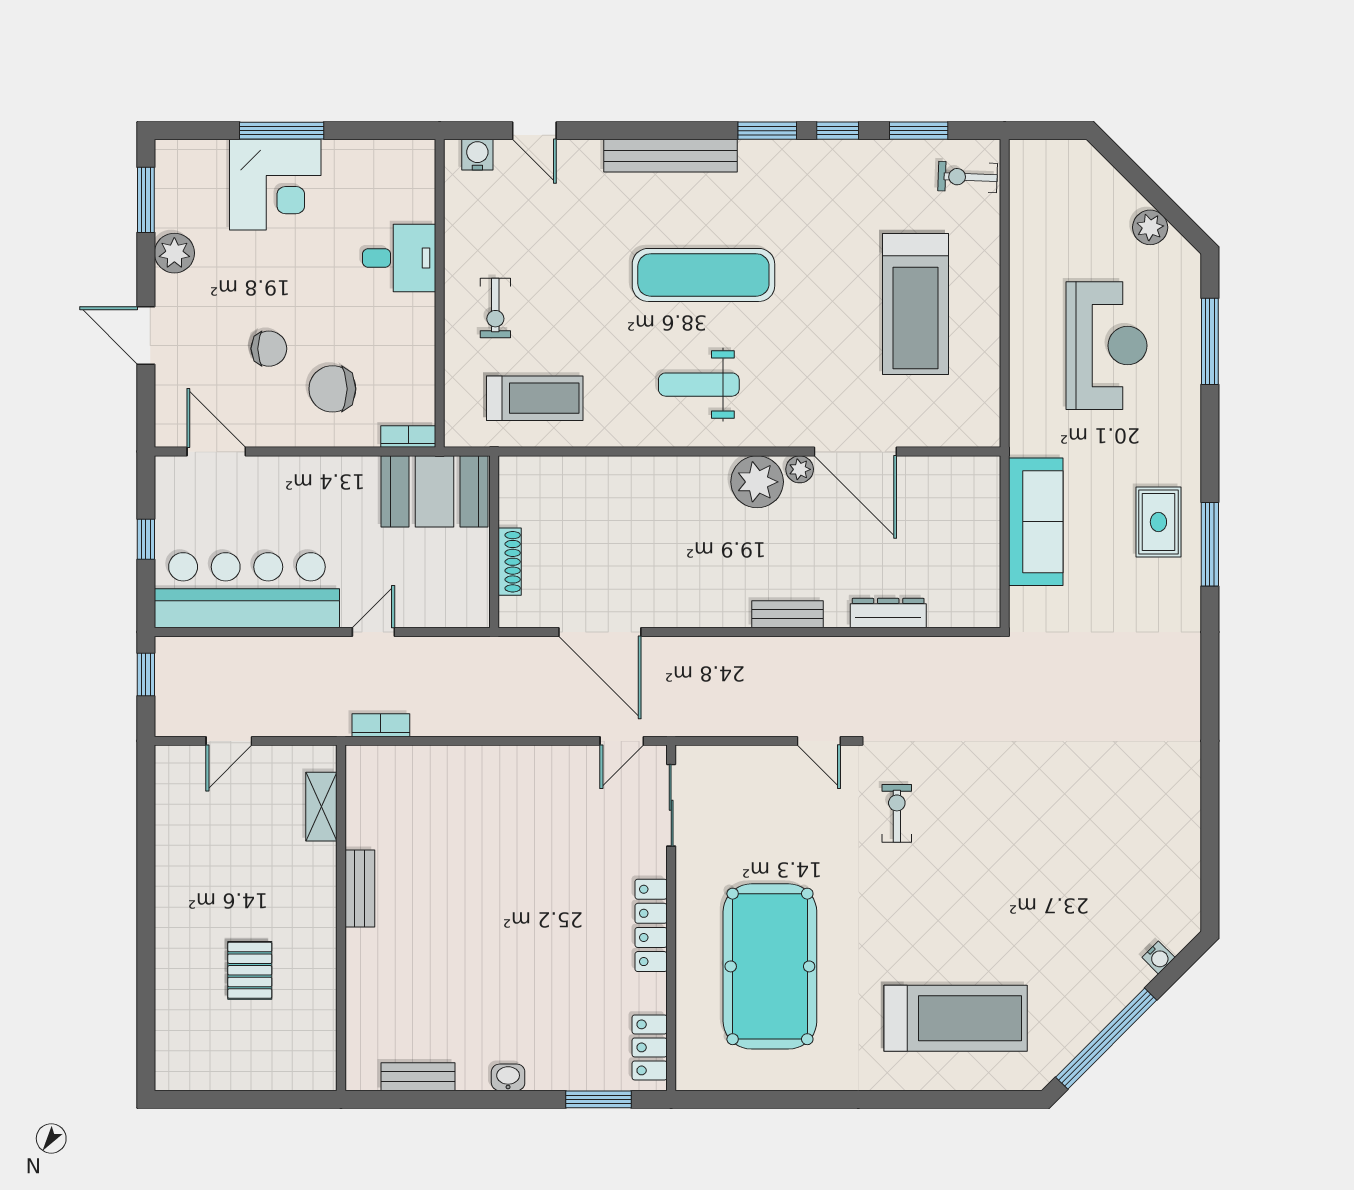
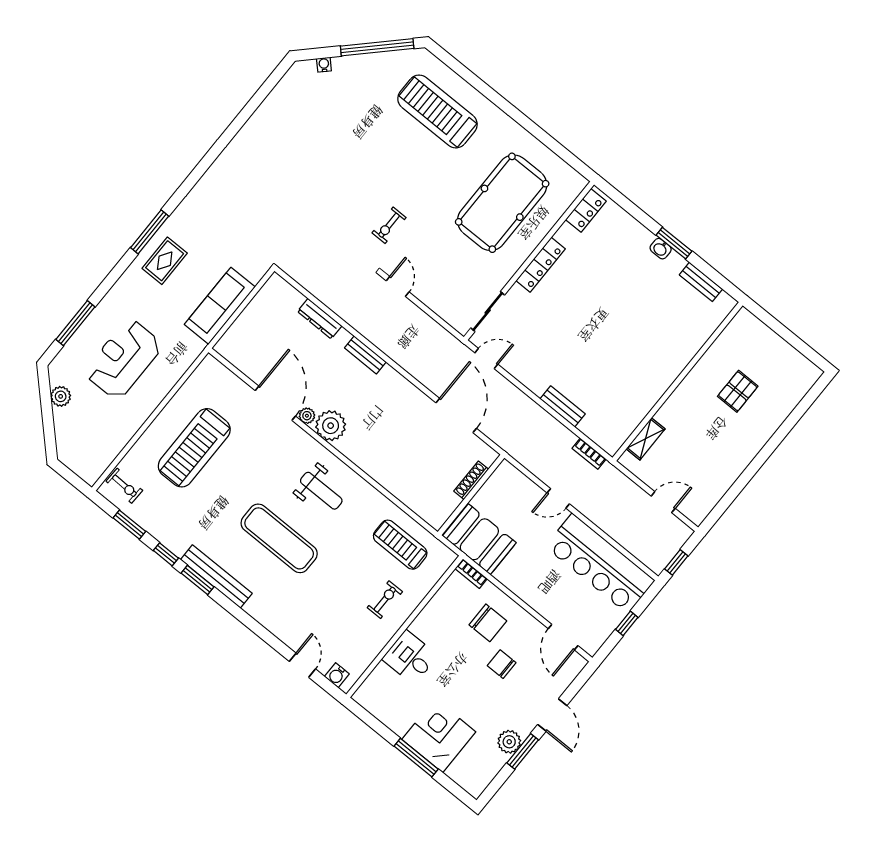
bench: (670, 156) -> (216, 577), moved
window: (146, 200) -> (523, 751), moved
treadmill: (915, 304) -> (194, 448), turned 180
bench: (360, 889) -> (563, 406), moved, turned 90
window: (599, 1099) -> (674, 243), moved

